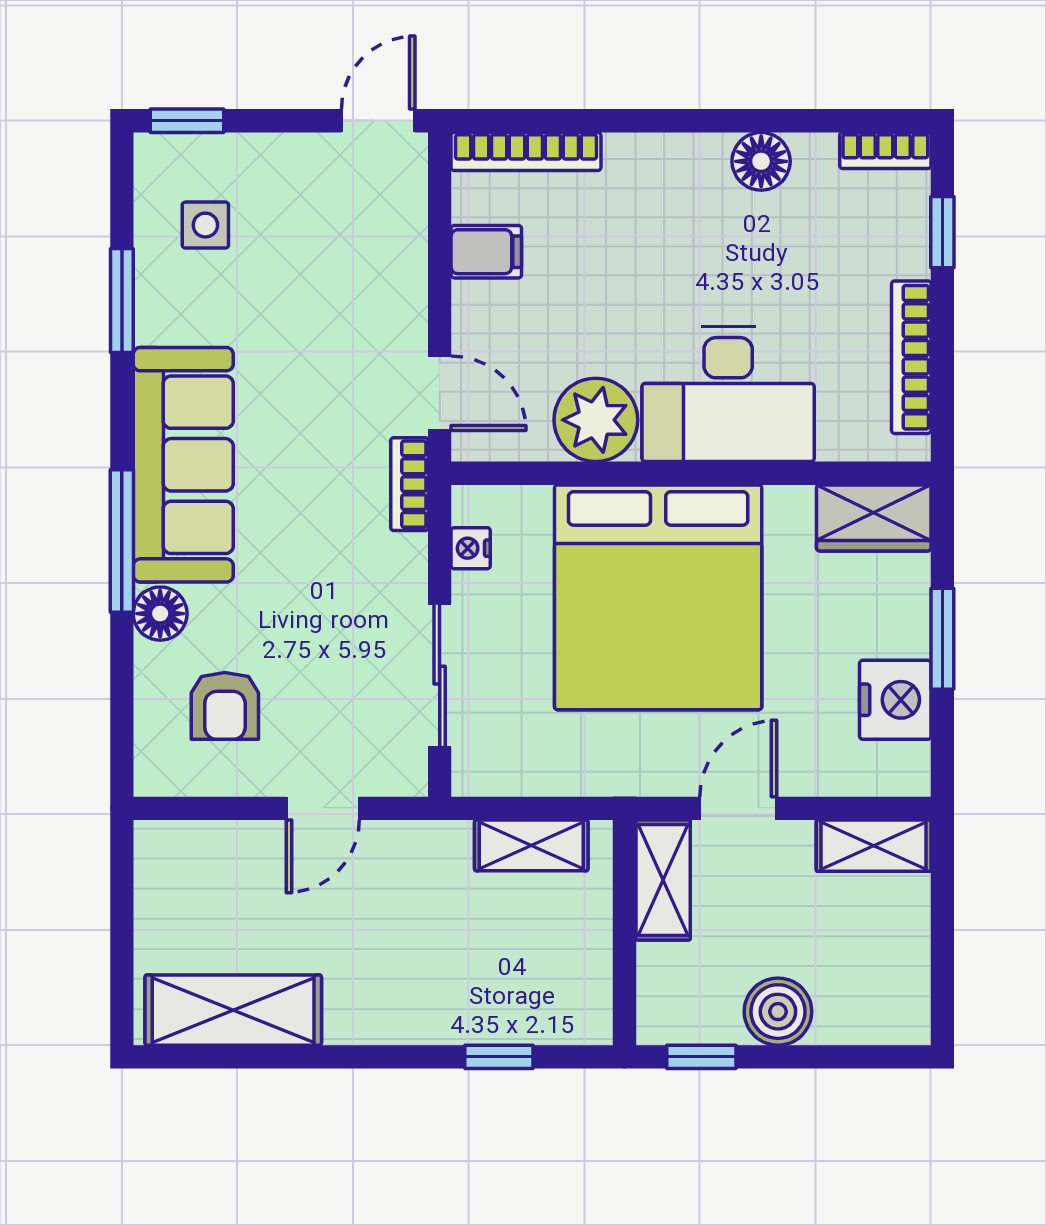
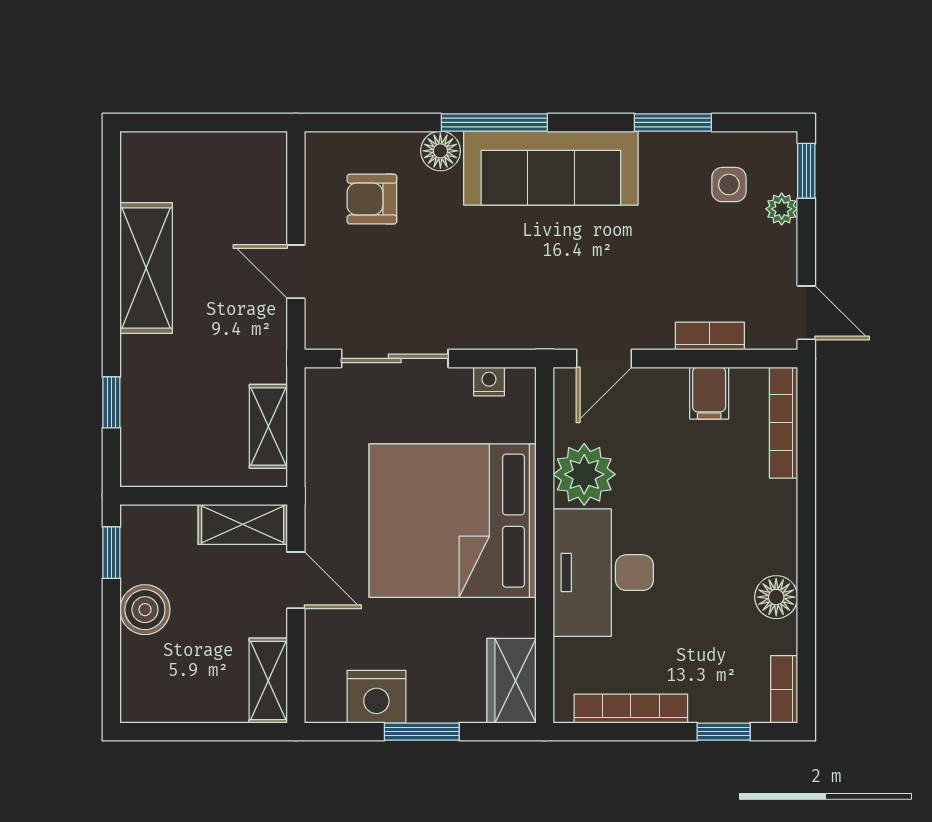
plant: (238, 154) -> (782, 209), added
bookcase: (409, 484) -> (710, 336), moved
shelving: (233, 1010) -> (146, 268), moved

